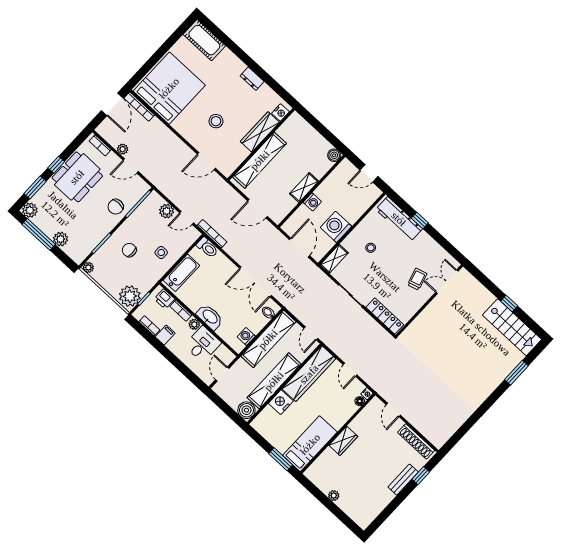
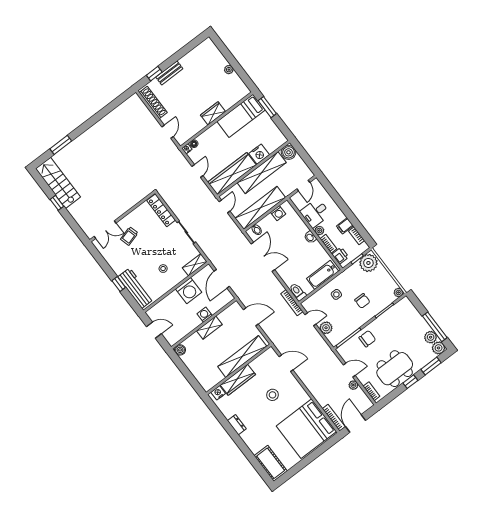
plant: (61, 239) -> (431, 337), moved
washbasin: (210, 317) -> (310, 237), width x0.52, depth x0.69

